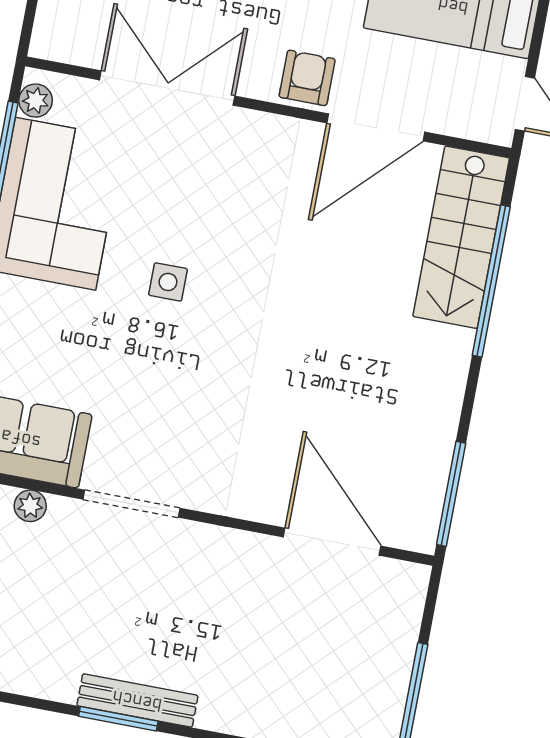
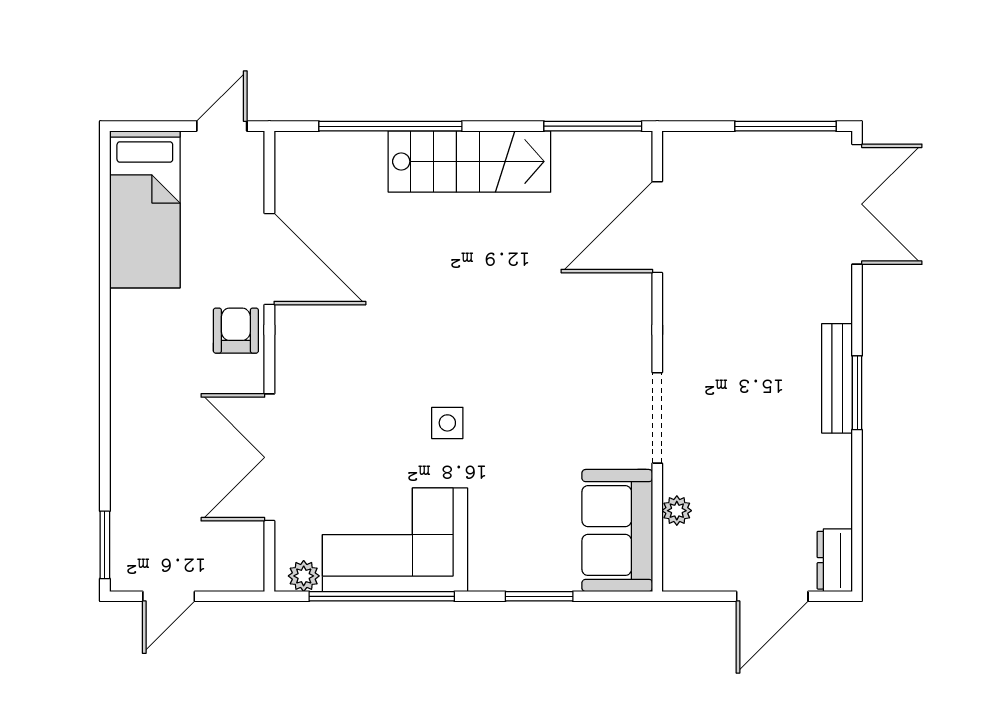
armchair: (307, 78) -> (236, 331), turned 90
stairs: (461, 237) -> (469, 161), moved

